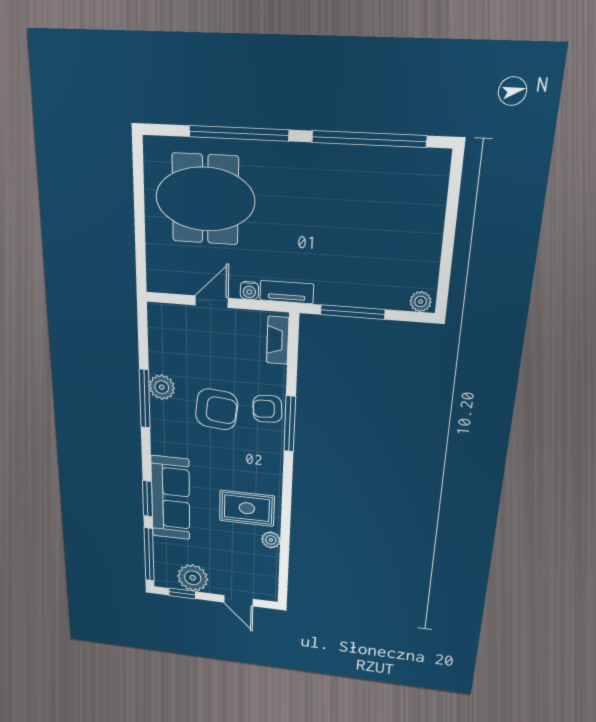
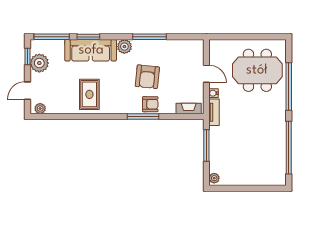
meeting table: (205, 199) -> (257, 70), turned 90
plant: (162, 387) -> (124, 47), moved
armchair: (267, 409) -> (150, 104), turned 93
plant: (271, 540) -> (40, 108), moved

